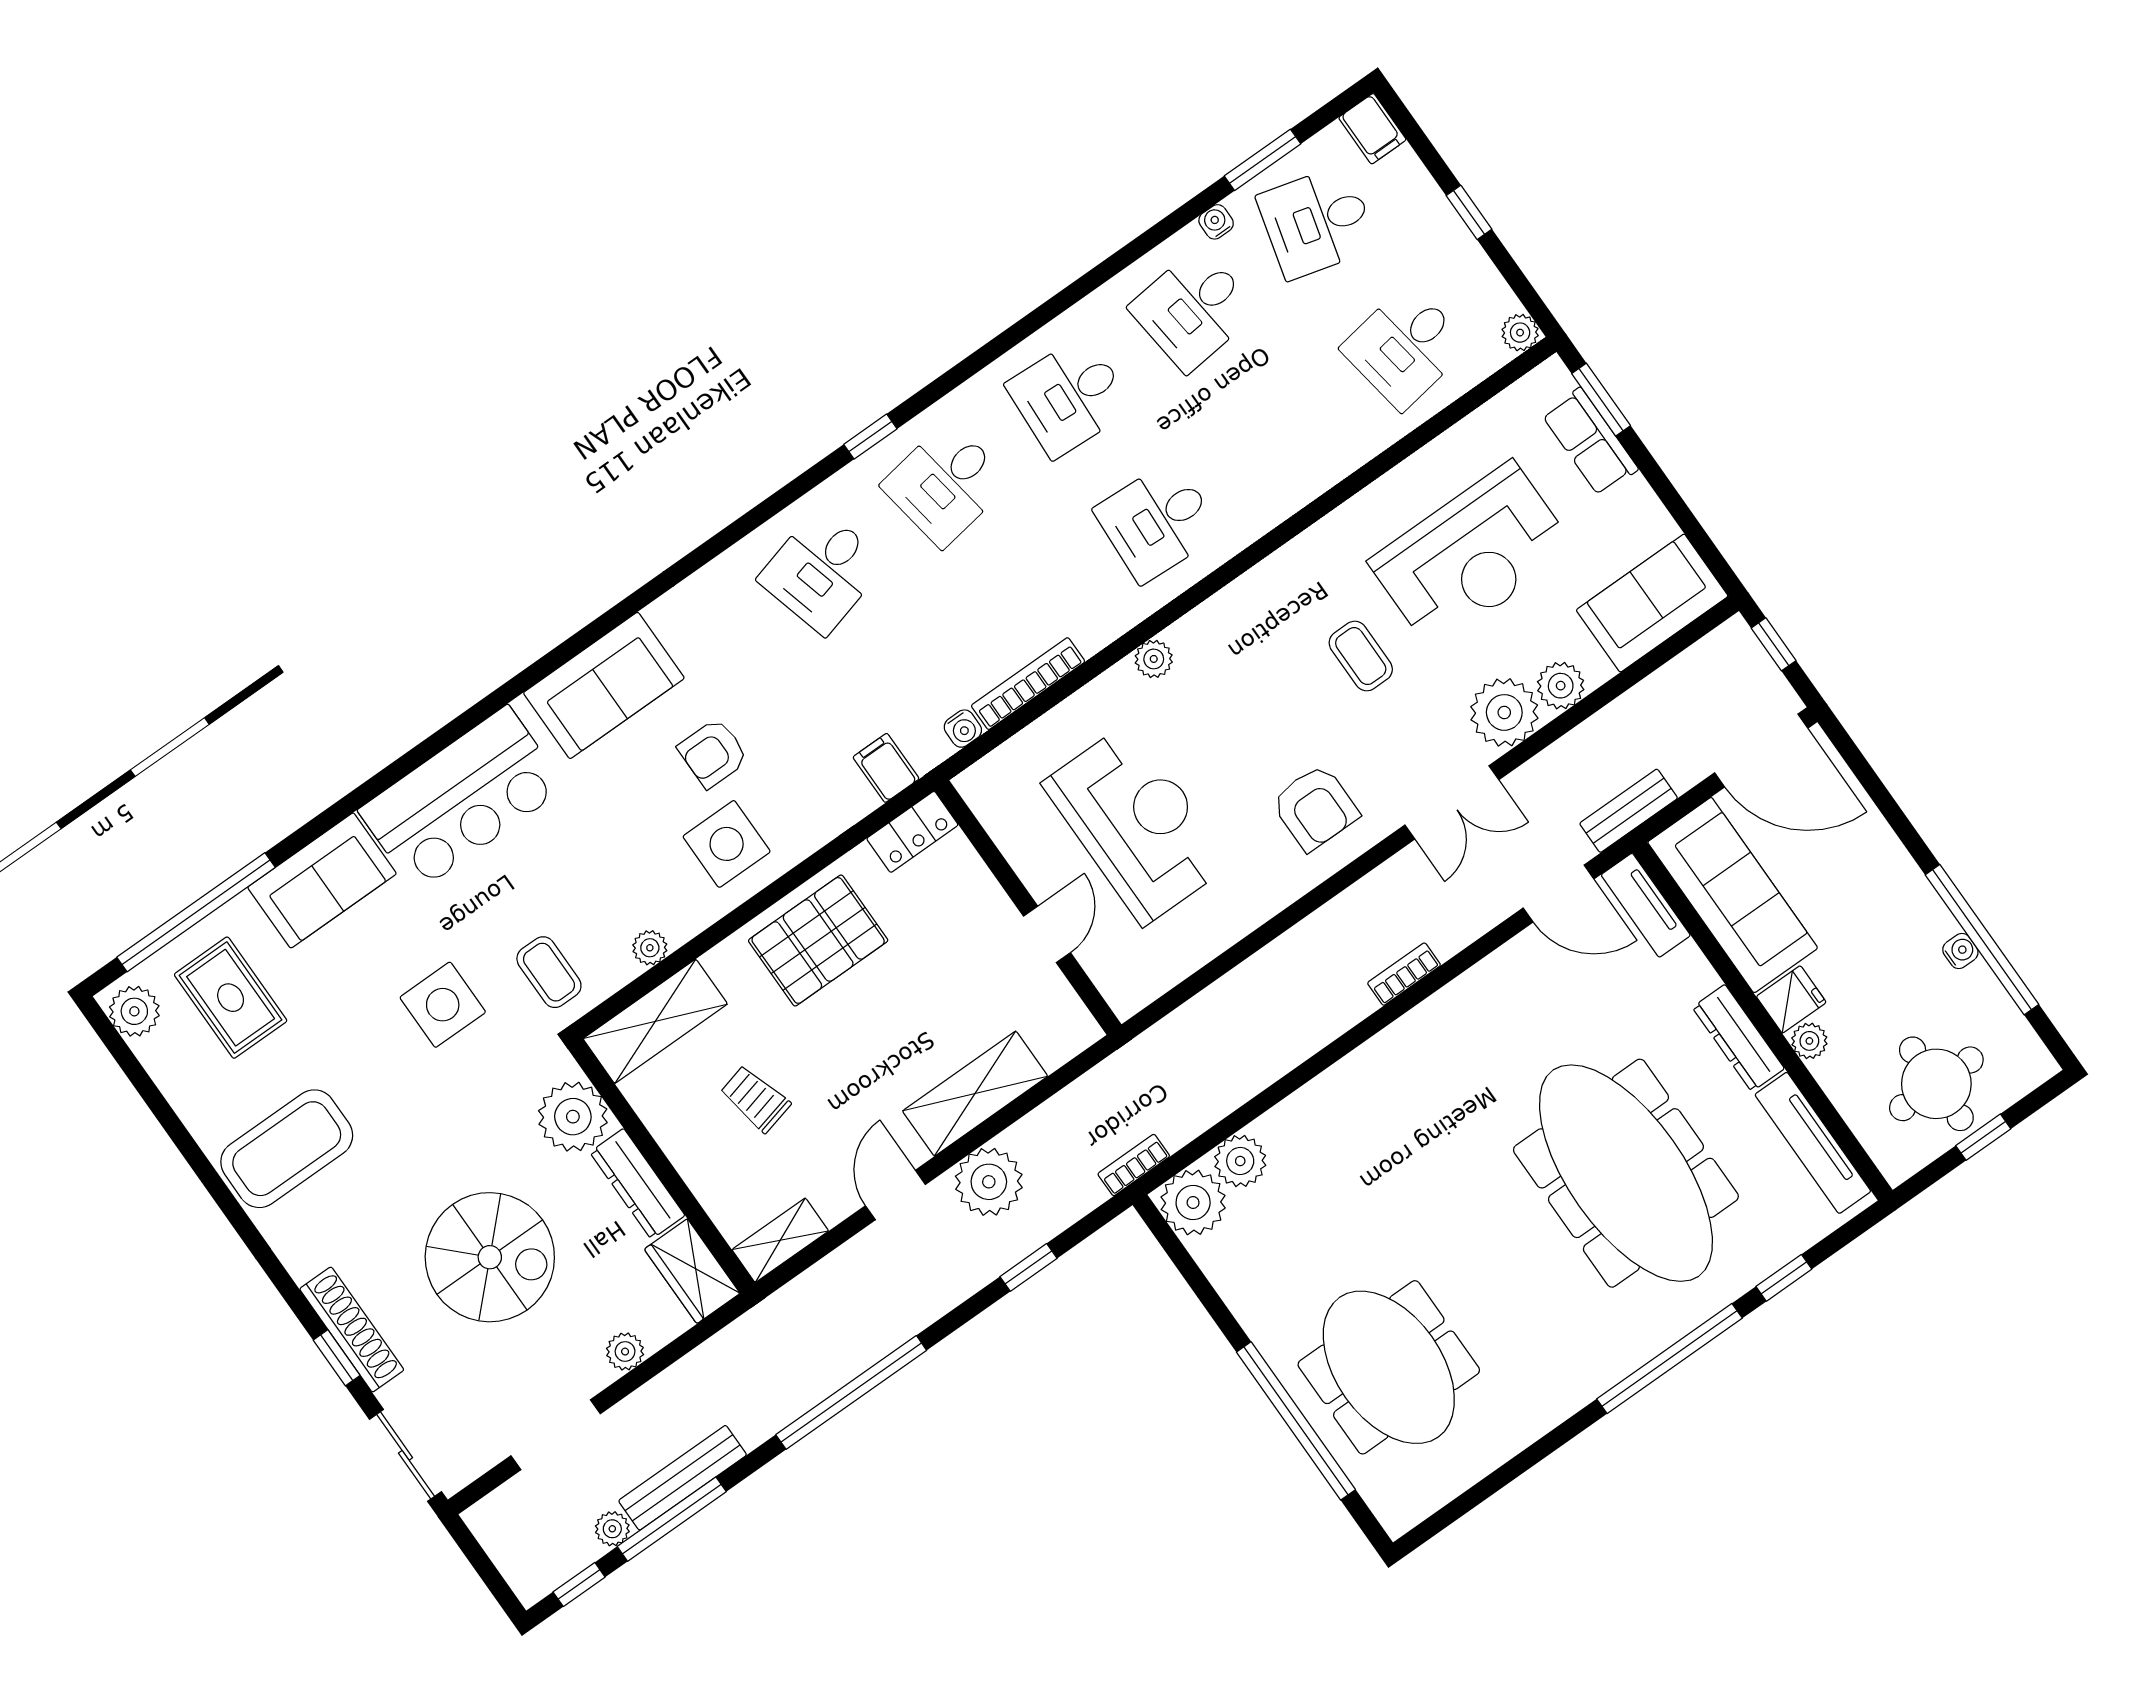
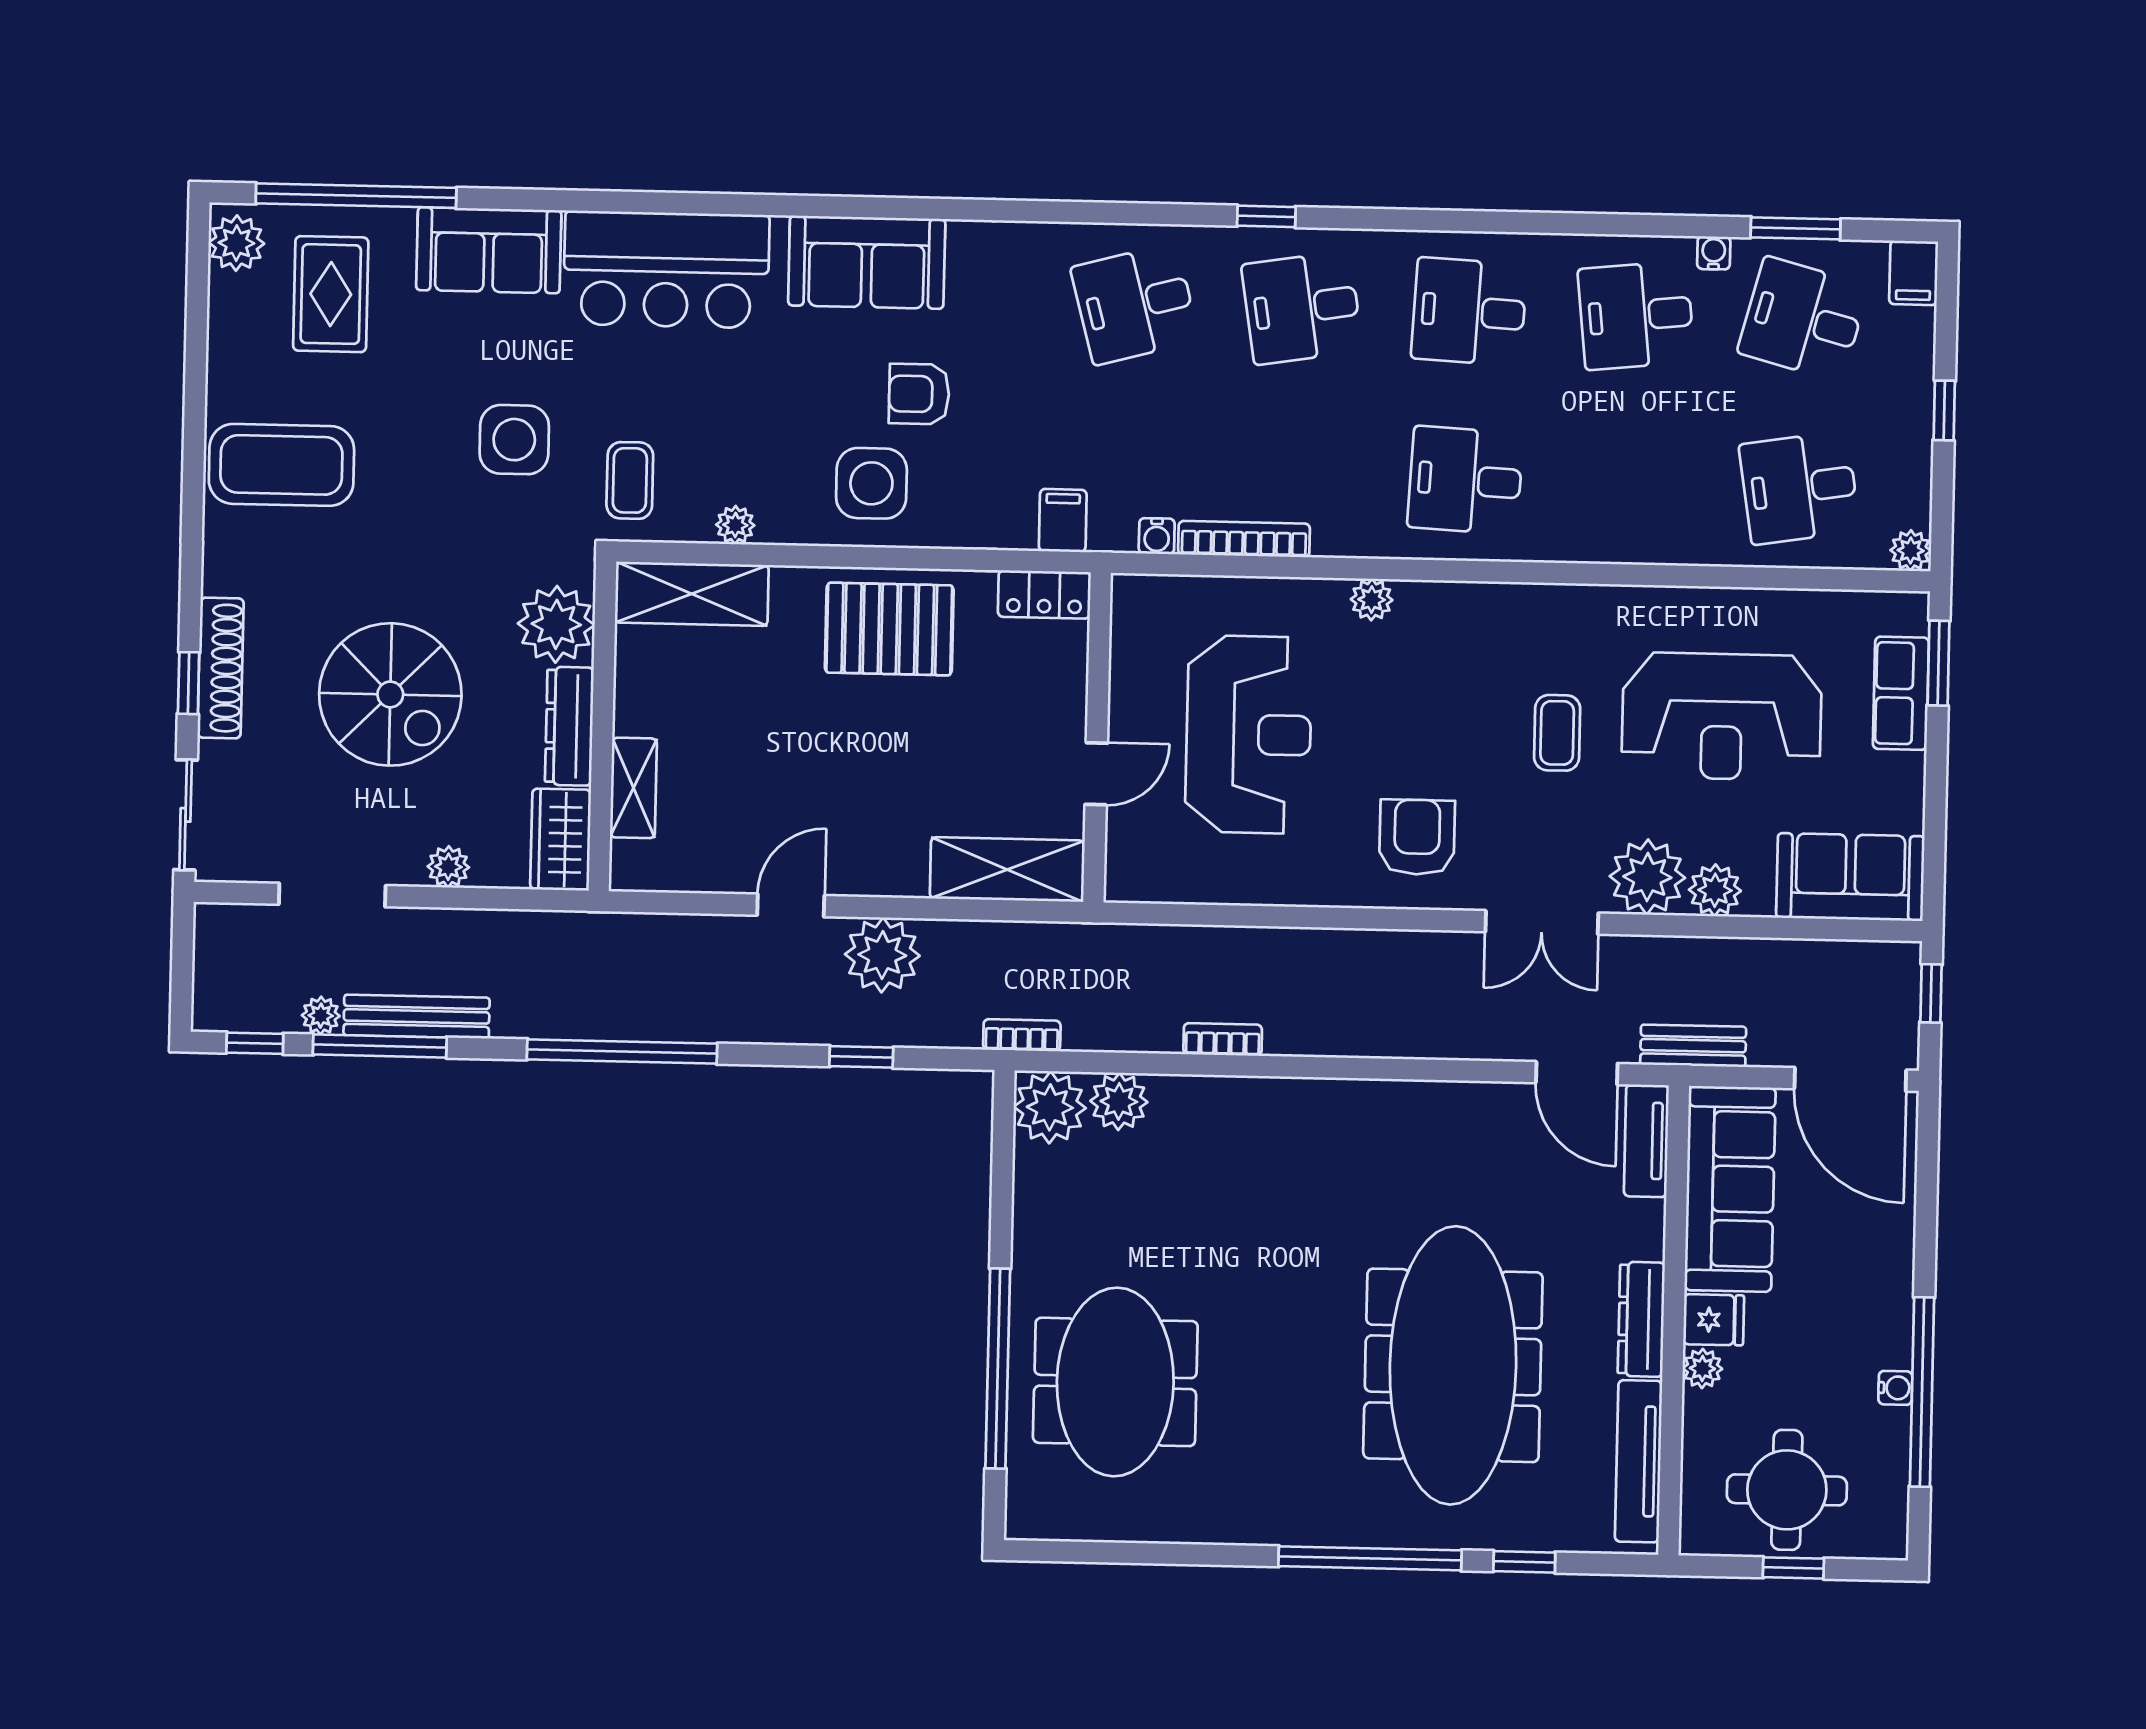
armchair: (1315, 808) -> (1417, 837), turned 180
bookcase: (1404, 974) -> (1223, 1039), moved
shelving: (975, 1094) -> (1007, 870), moved
trolley: (755, 1099) -> (730, 728), removed
shelving: (780, 1240) -> (633, 788), moved, turned 90

